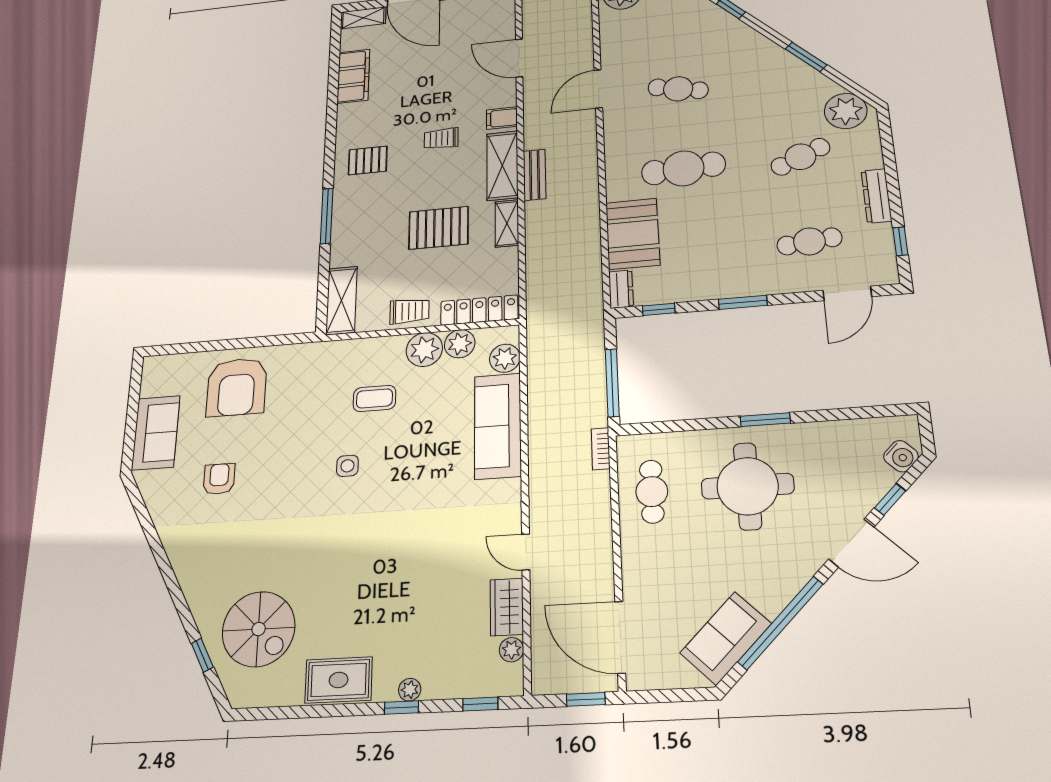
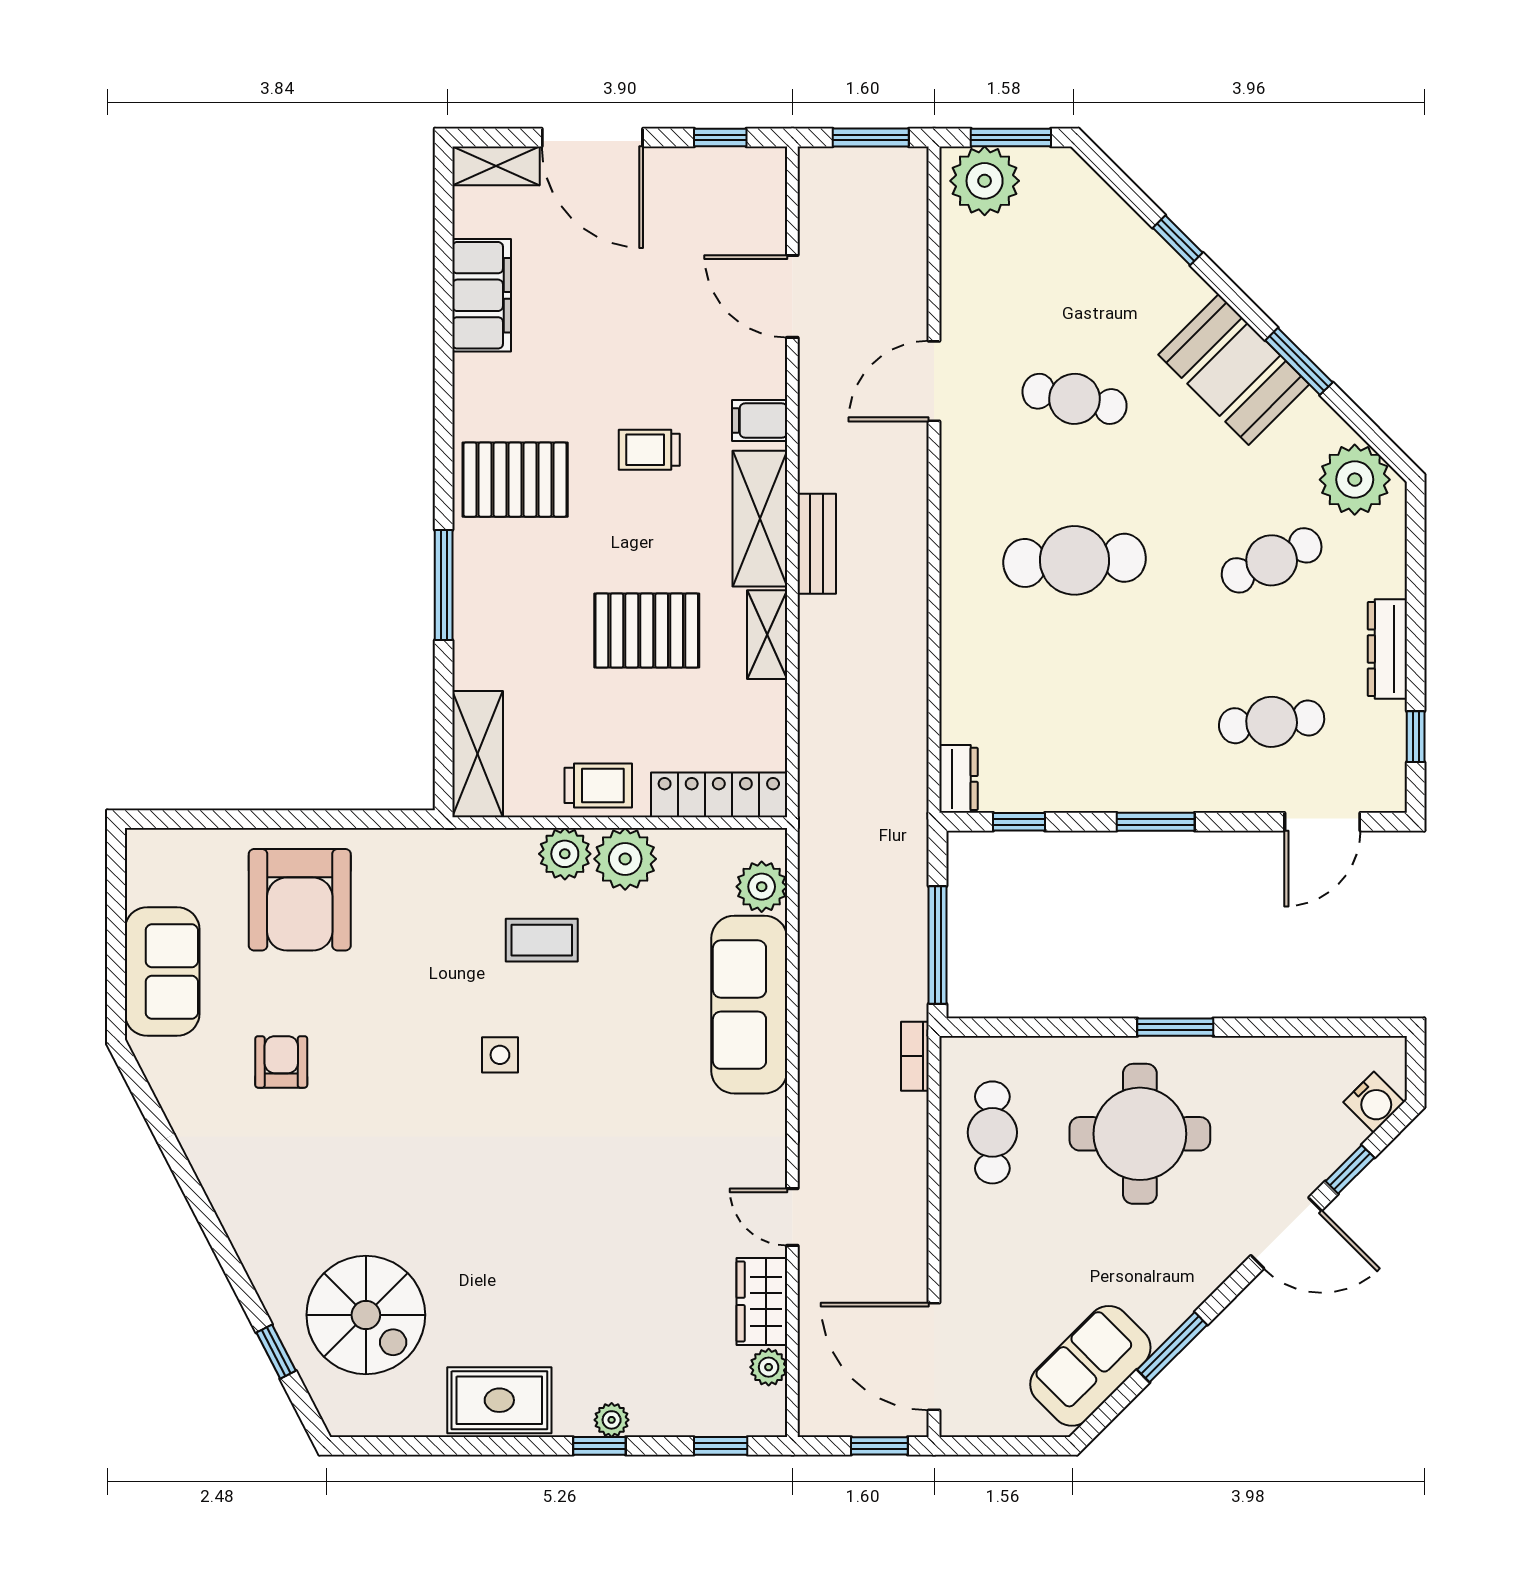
pallet: (368, 160) -> (515, 480), width x1.50, depth x1.42
booth: (633, 234) -> (1234, 369), moved, turned -45
plant: (460, 344) -> (565, 854), moved
window: (781, 623) -> (1172, 1347), width x0.47

